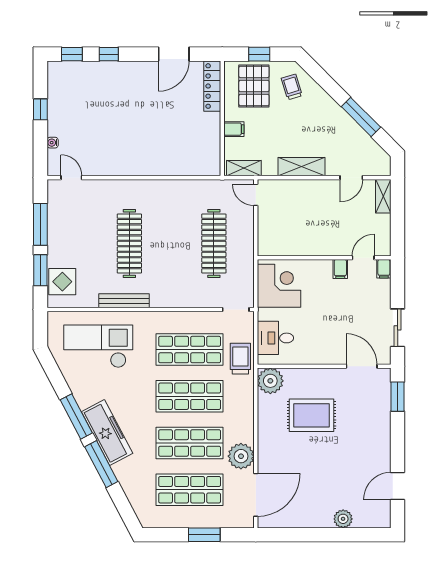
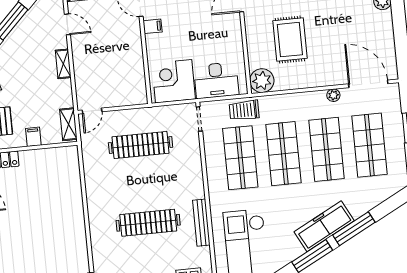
shelving: (301, 167) -> (63, 64), width x0.67, depth x0.75
desk: (275, 338) -> (216, 80), width x1.37
plant: (241, 456) -> (333, 95), width x0.53, depth x0.53

